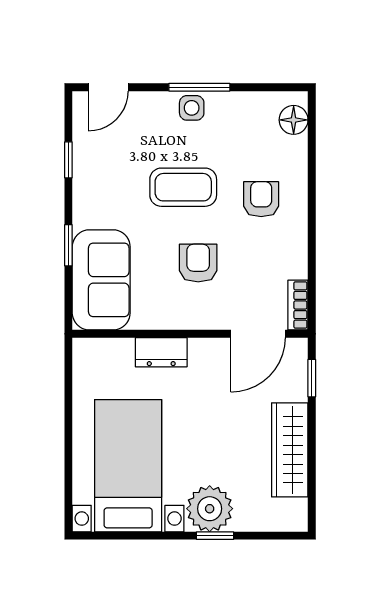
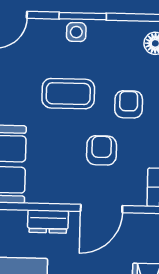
armchair: (198, 263) -> (102, 150), moved
door: (258, 334) -> (101, 209), moved

